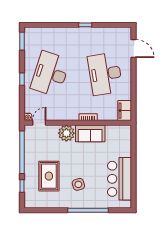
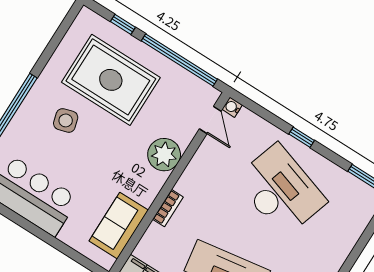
sofa: (90, 133) -> (119, 226), moved
rug: (49, 176) -> (111, 80), width x1.37, depth x1.44

